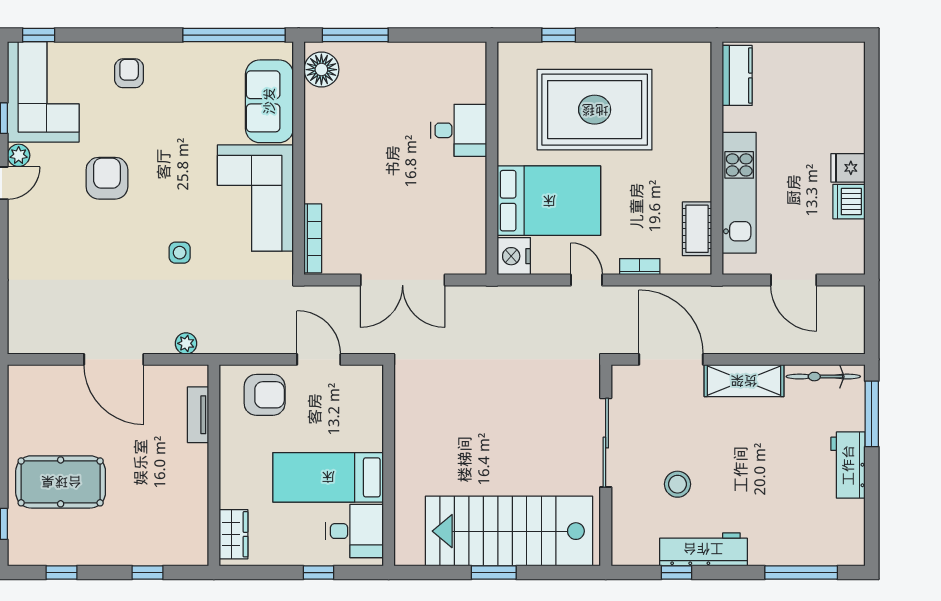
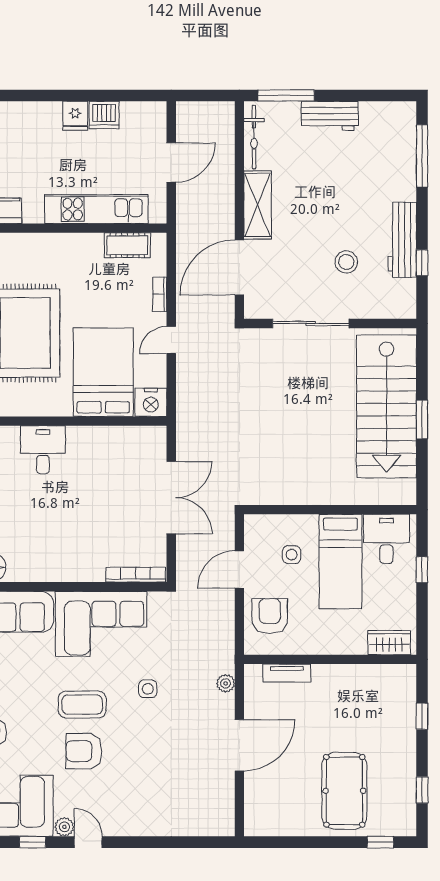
coffee table: (161, 176) -> (82, 705), added
side table: (336, 420) -> (292, 555), added

